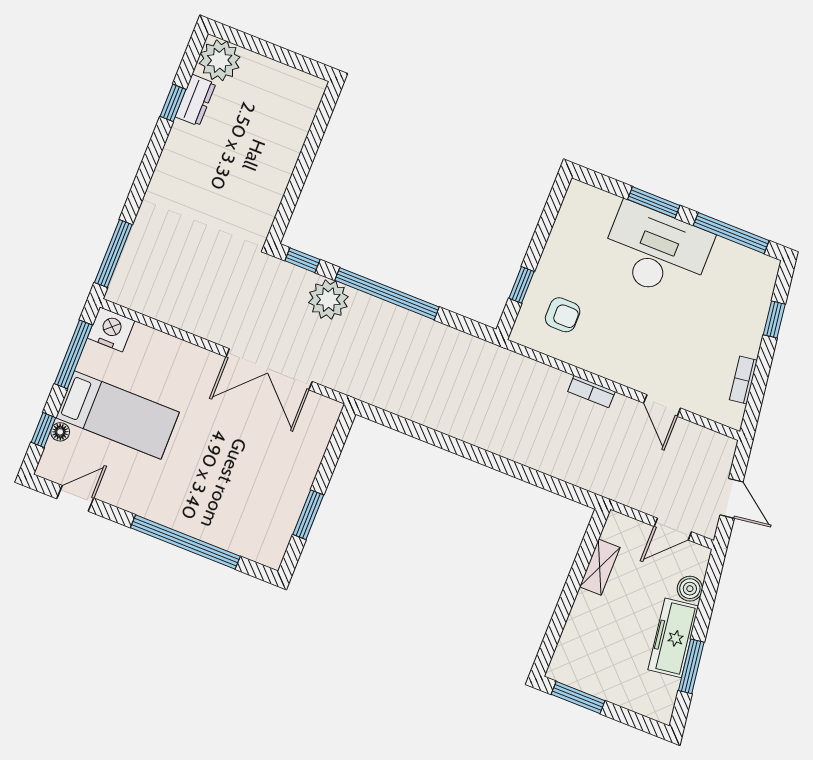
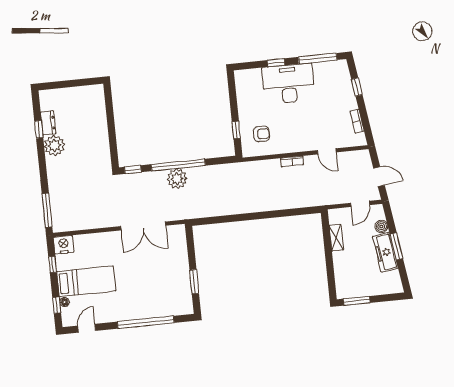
plant: (220, 60) -> (54, 146), moved
window: (654, 202) -> (276, 63), width x0.67
plant: (328, 300) -> (177, 179), moved
window: (73, 354) -> (53, 264), width x0.46
window: (691, 666) -> (396, 246), moved

